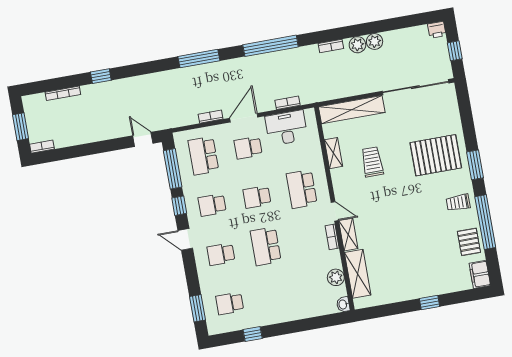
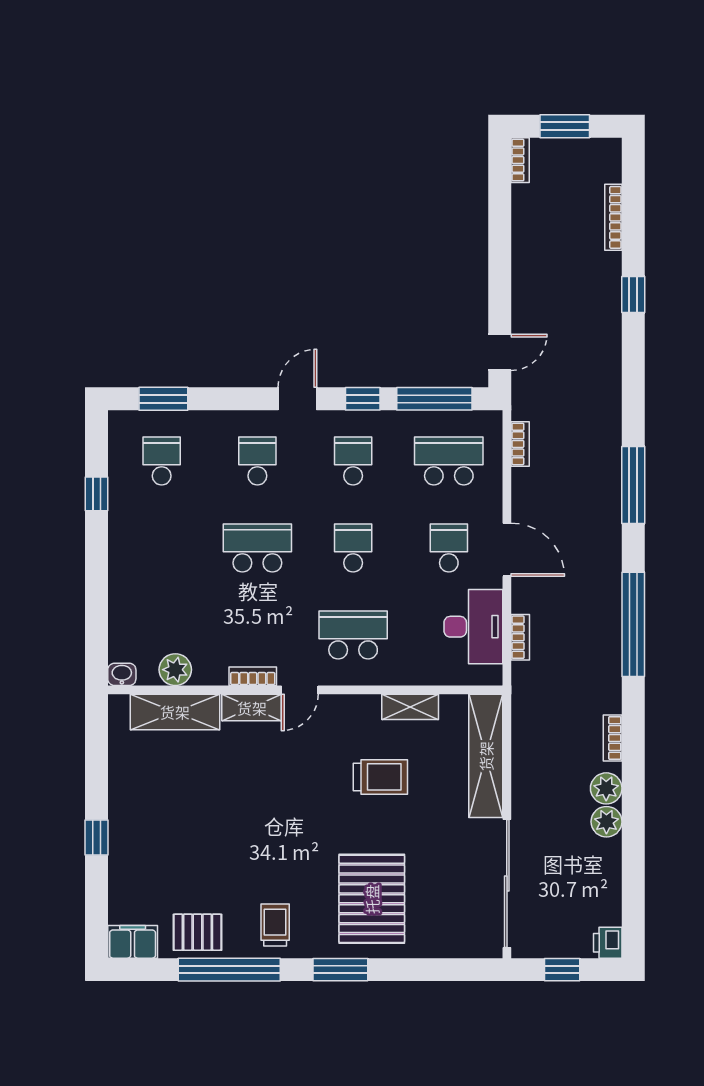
bookcase: (211, 117) -> (520, 444), moved

